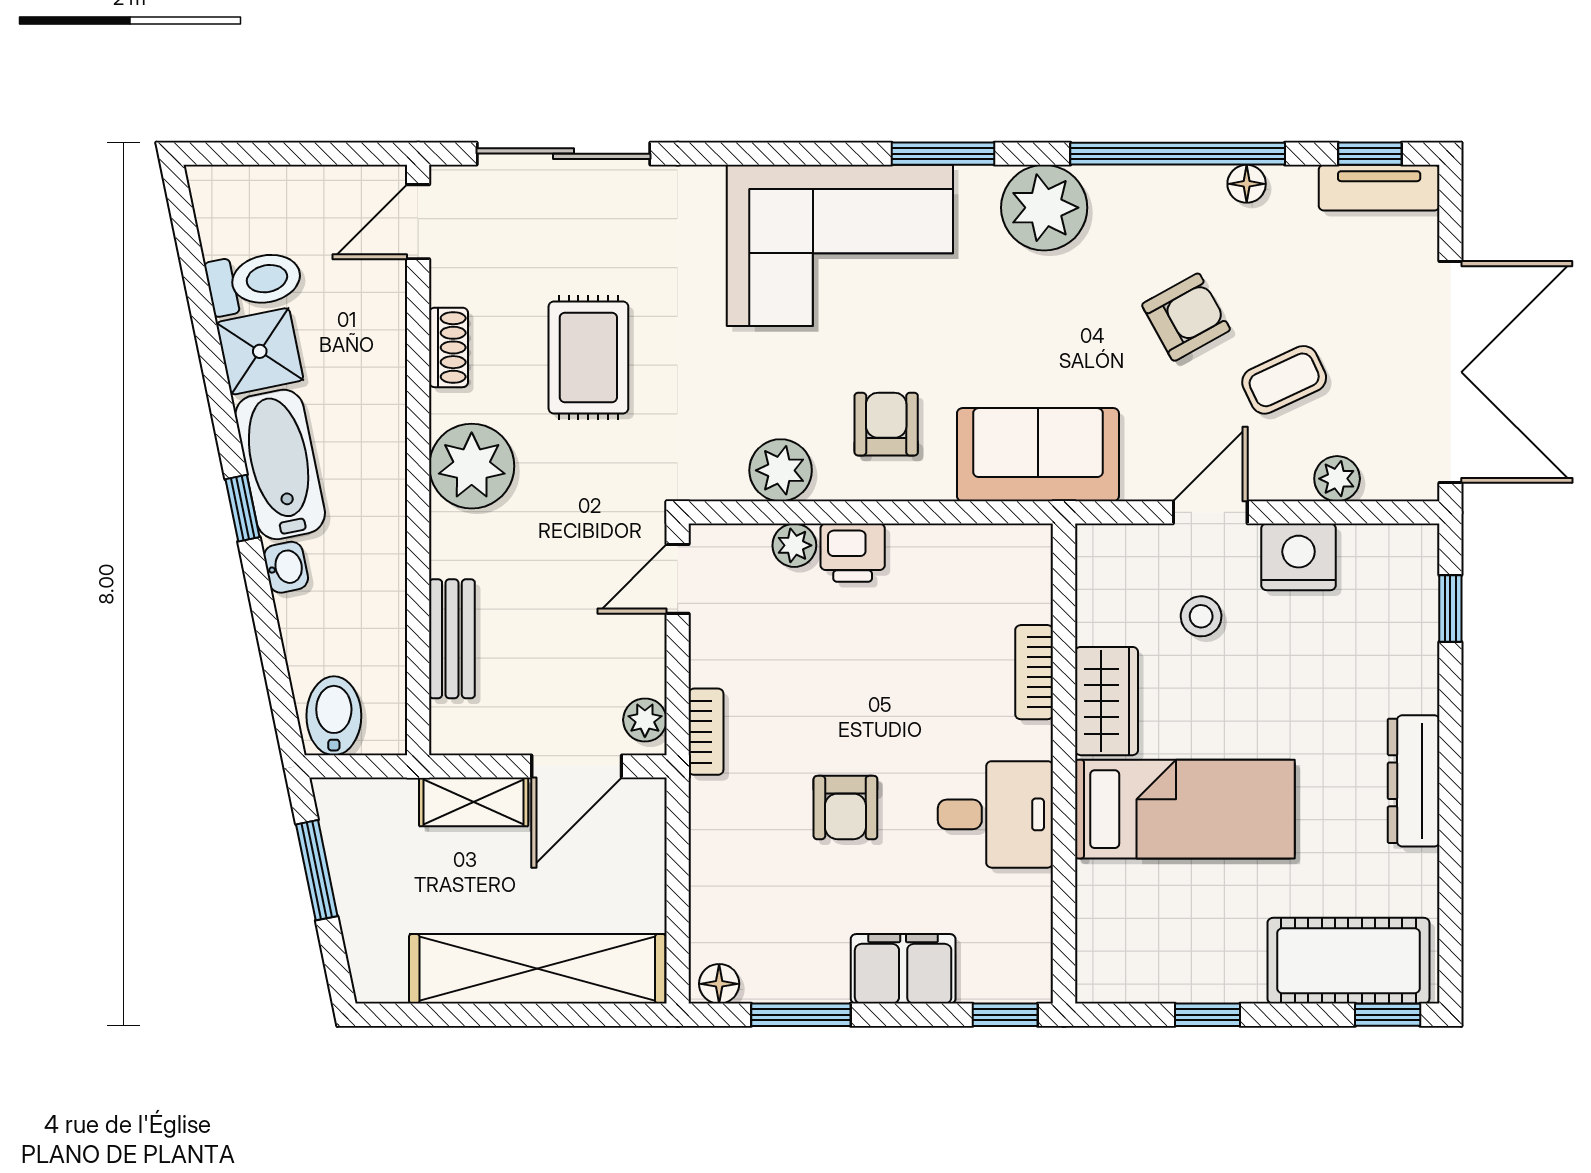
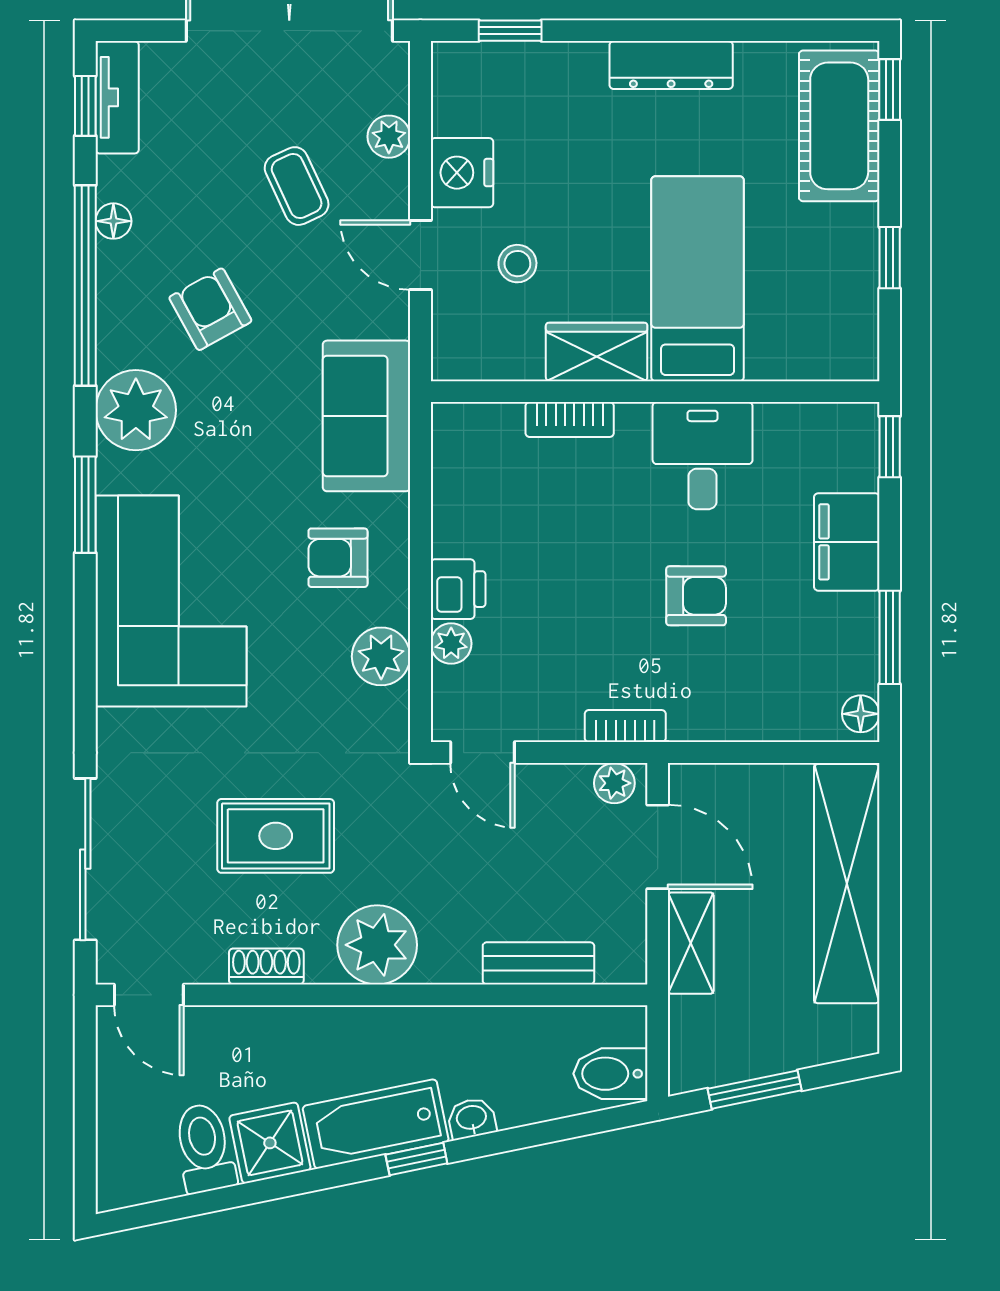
armchair: (1186, 317) -> (210, 309), moved

